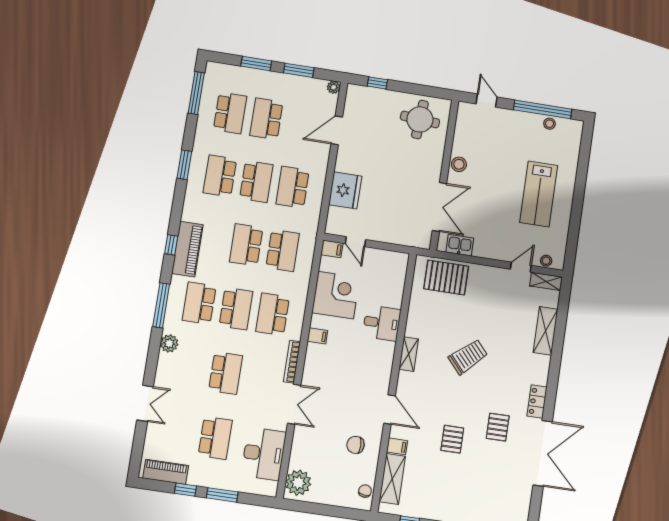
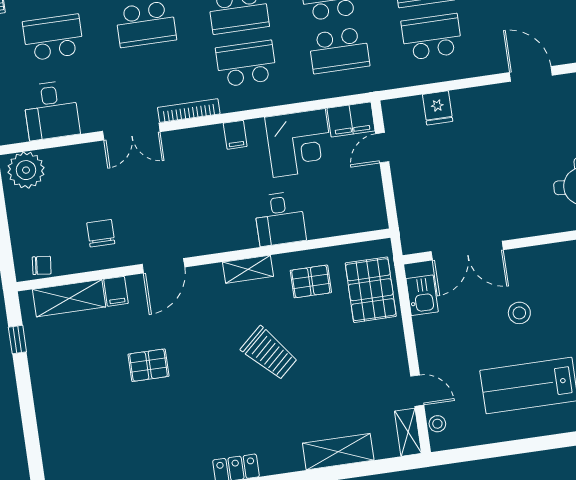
stool: (459, 164) -> (519, 313), moved
fridge: (345, 190) -> (438, 108), width x0.53, depth x0.75
filing cabinet: (332, 249) -> (351, 120), width x2.00
pallet: (498, 427) -> (311, 281), moved
school desk: (215, 438) -> (53, 37), turned 180
desk: (264, 454) -> (51, 110), width x0.73

